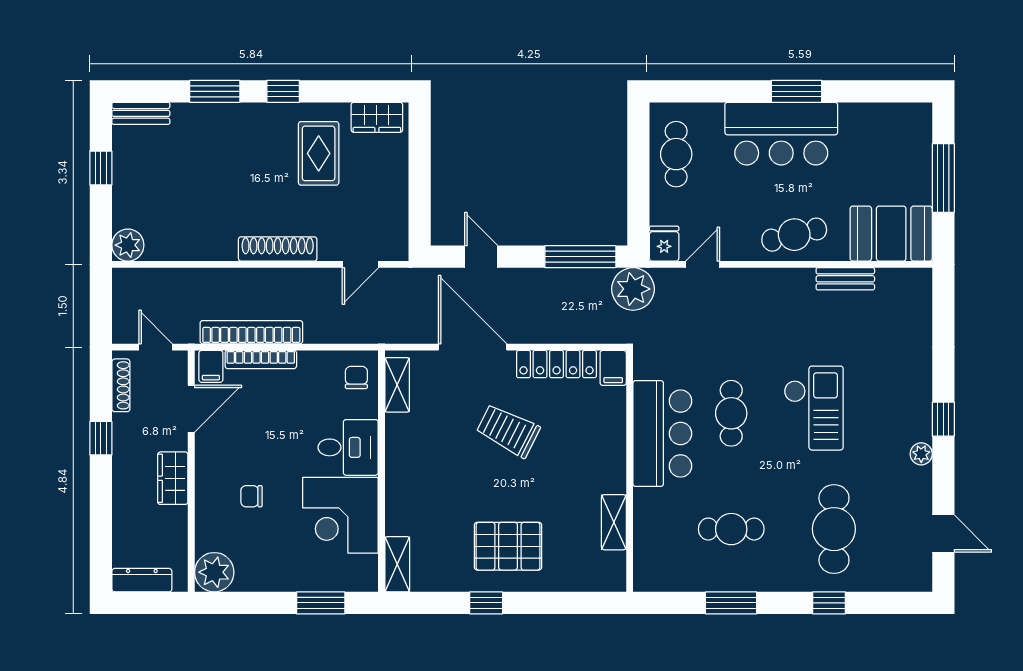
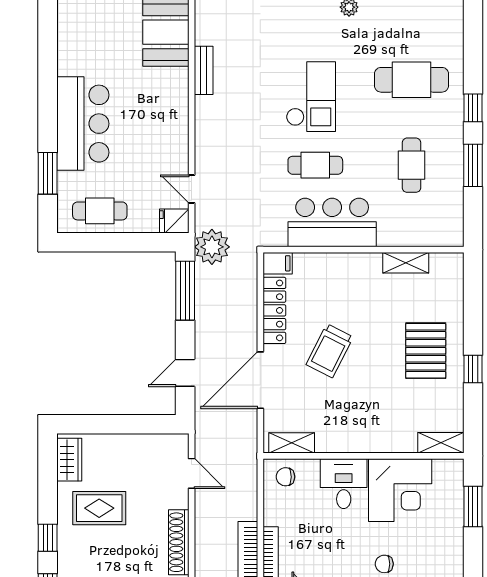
window: (797, 91) -> (48, 173), moved
cafe table: (794, 235) -> (167, 113), removed
checkout: (814, 408) -> (311, 97), turned 90
chair: (252, 496) -> (384, 564), turned 90
window: (829, 603) -> (473, 108), moved

